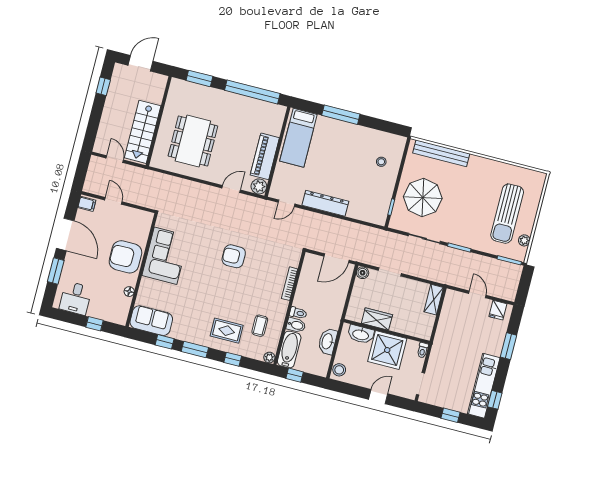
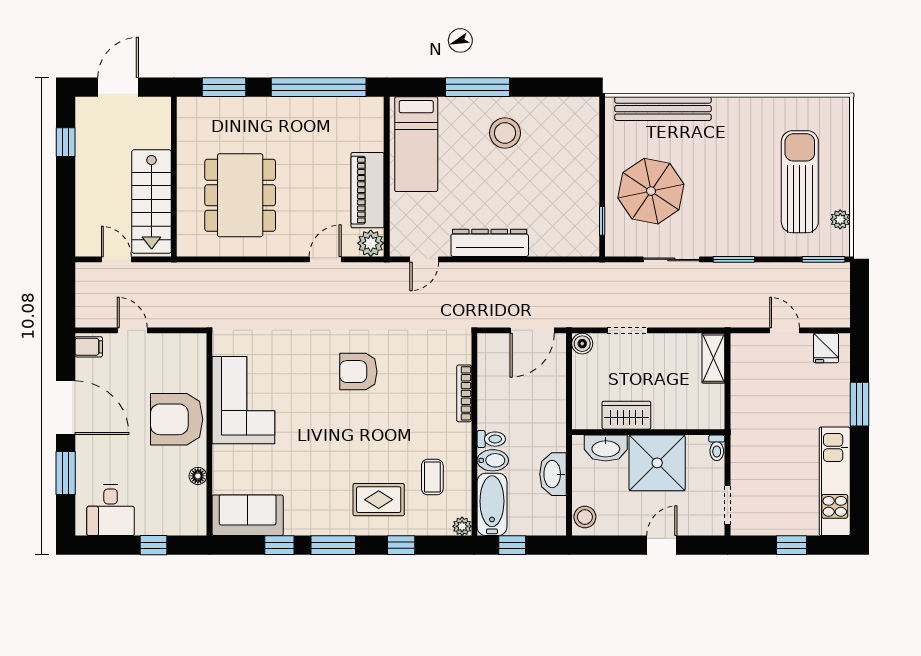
stool: (381, 162) -> (505, 133), moved, width x1.89, depth x1.89
sun lounger: (507, 214) -> (800, 182), turned 180
window: (495, 400) -> (860, 500), removed

